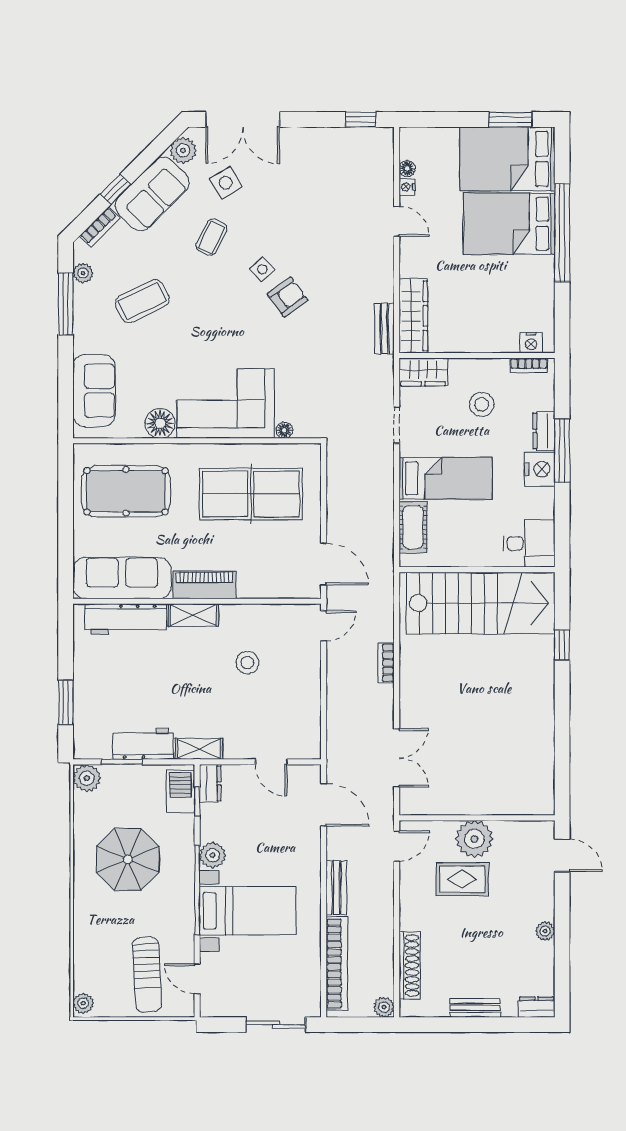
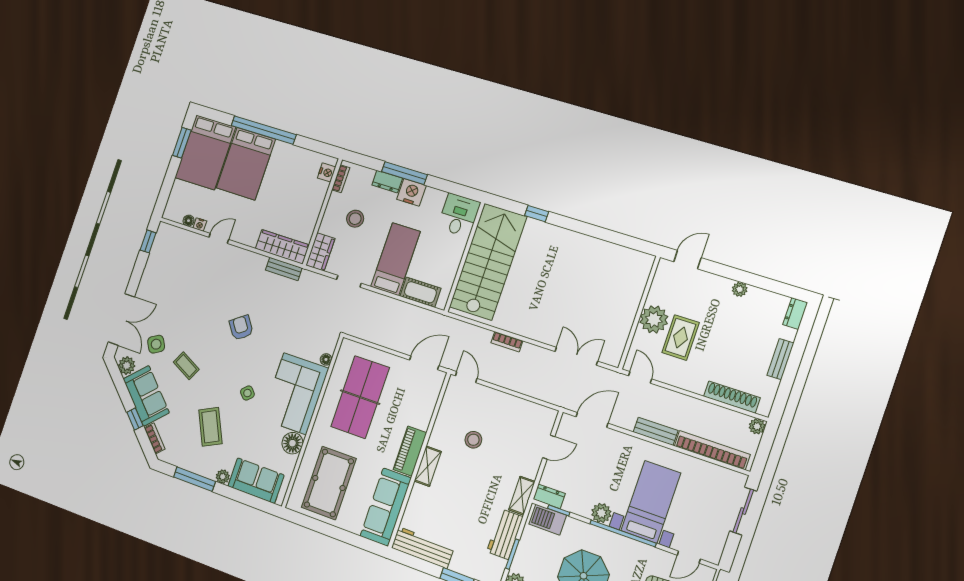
side table: (262, 269) -> (247, 393), moved
plant: (83, 273) -> (223, 477), moved
workbench: (125, 619) -> (423, 548), moved, turned -90

